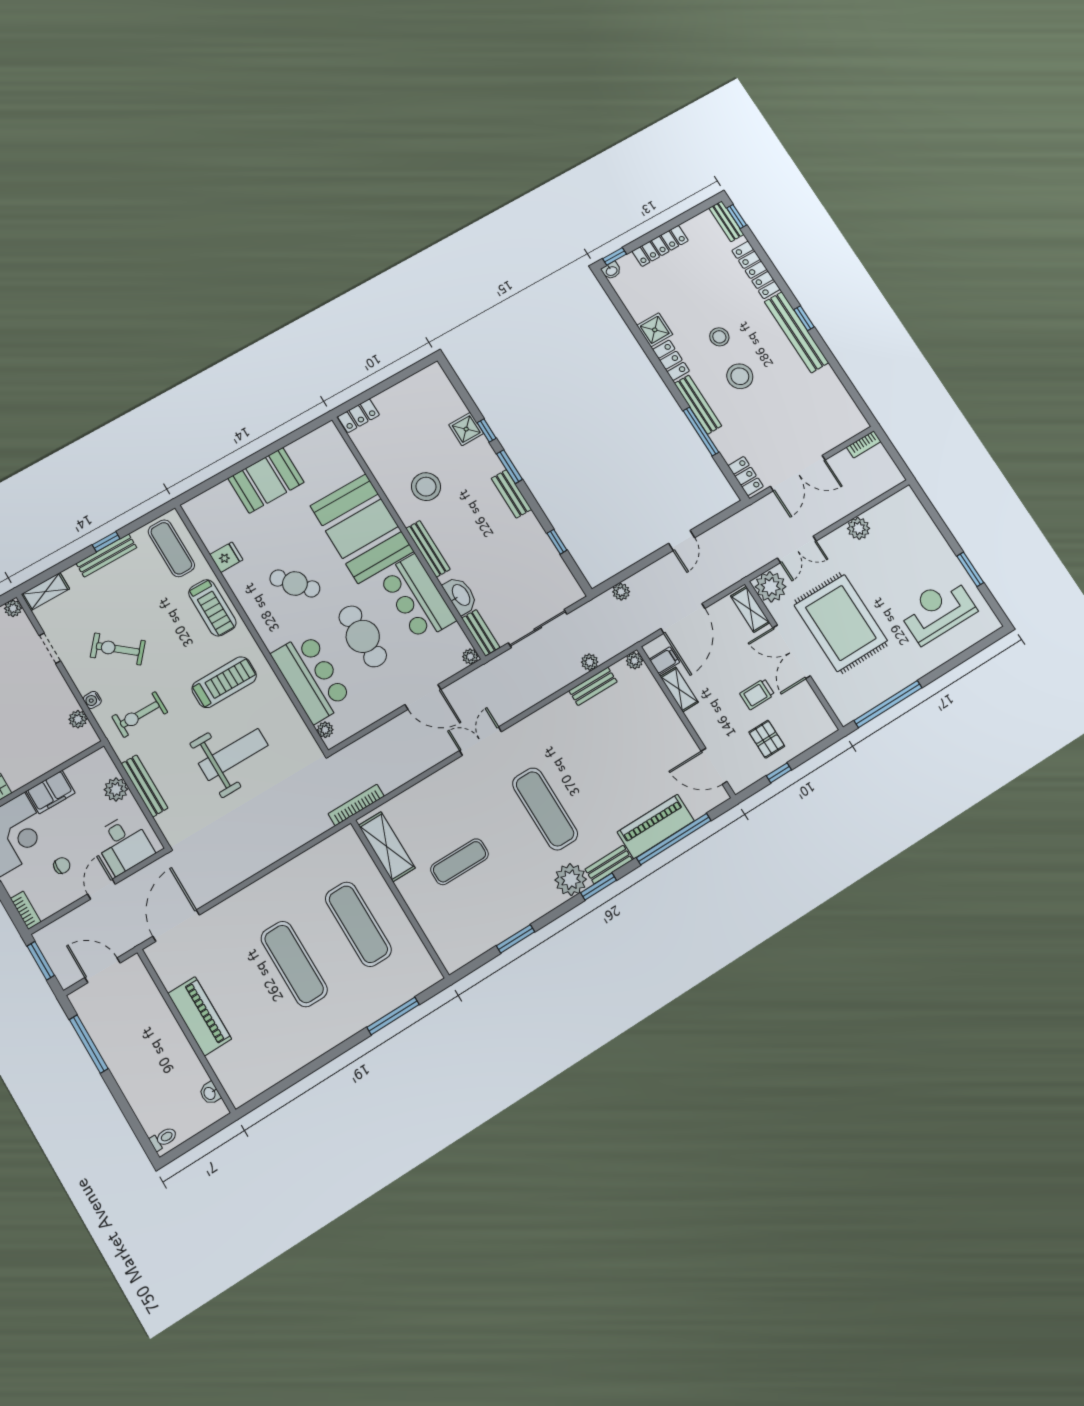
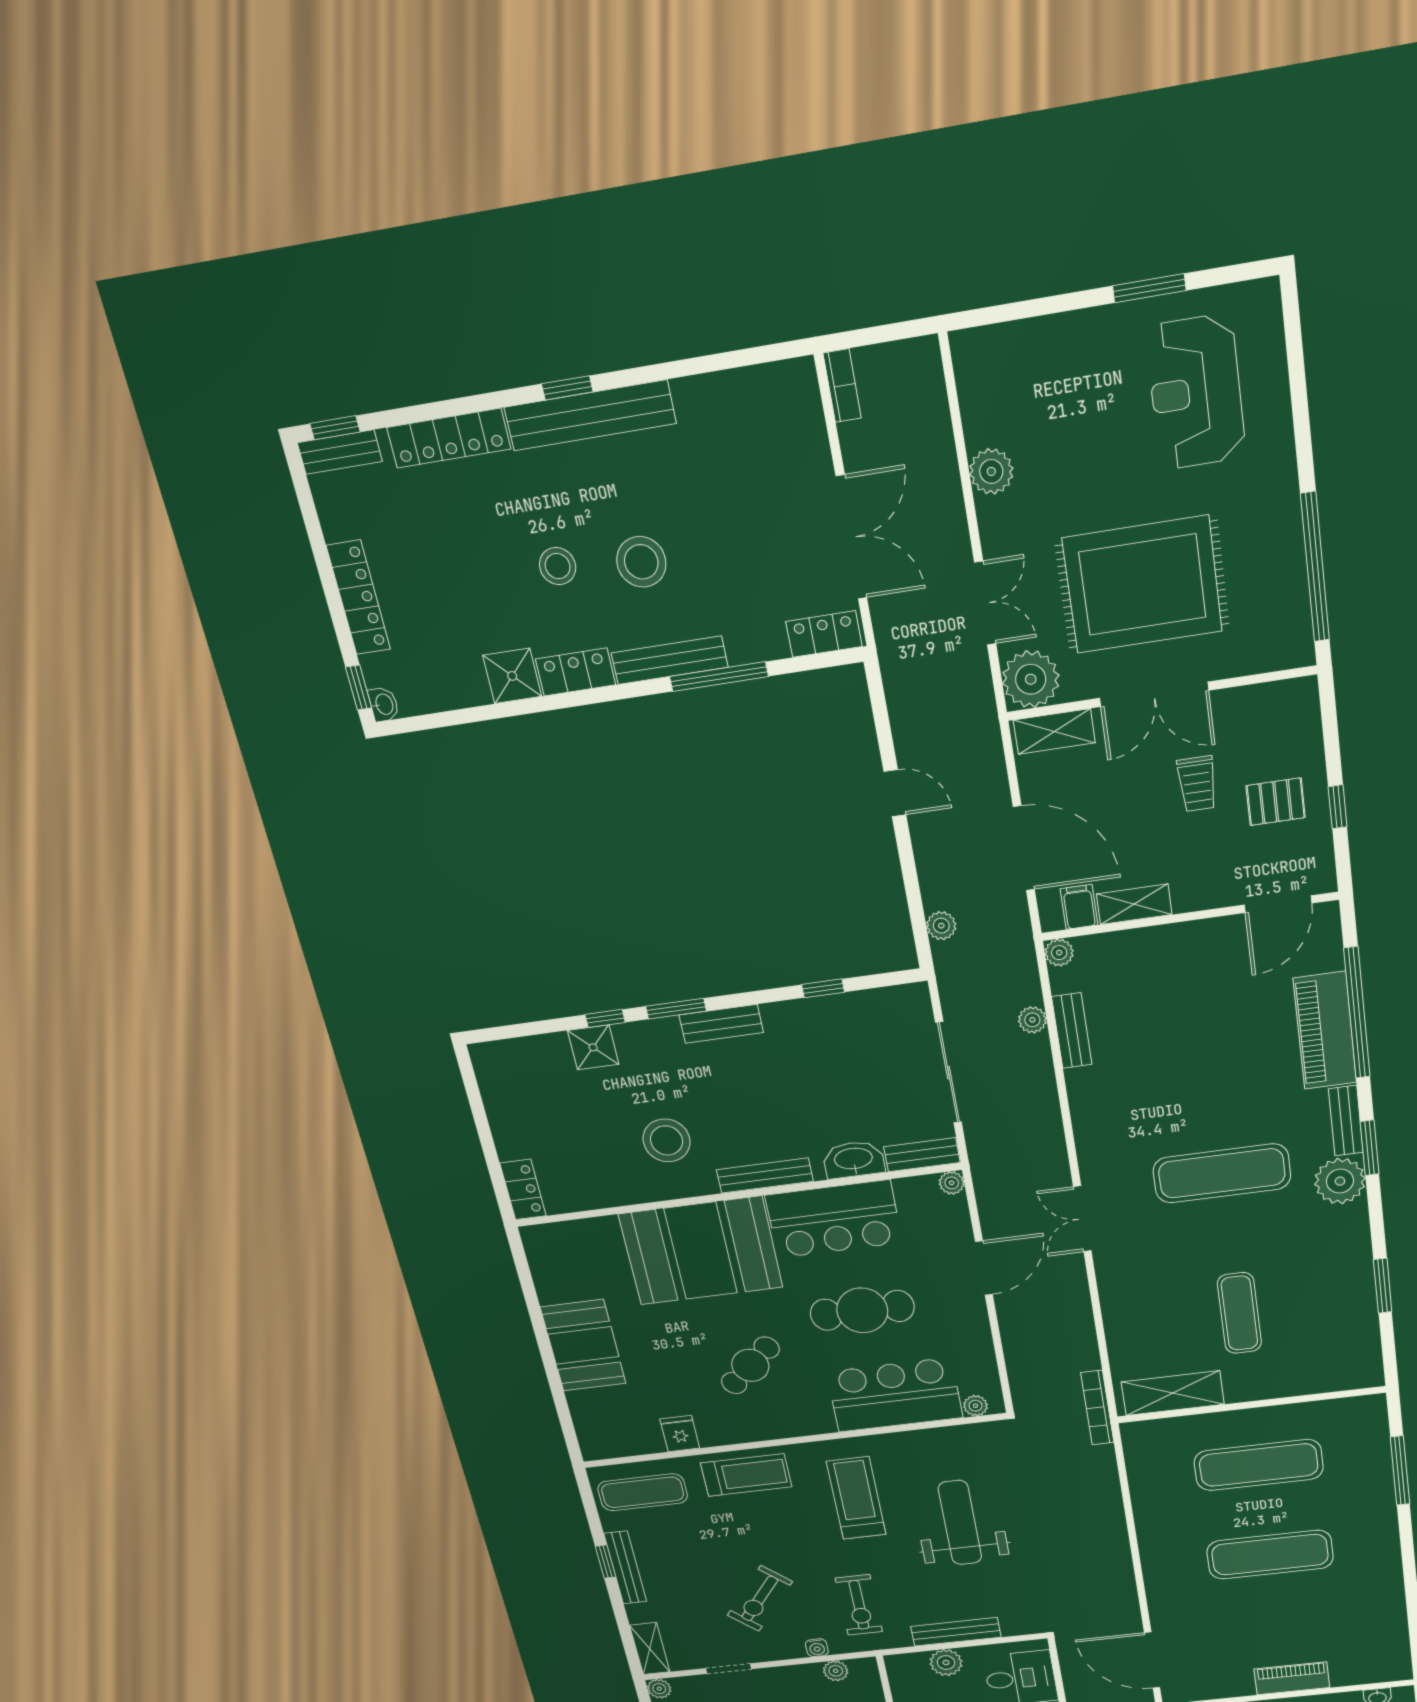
piano: (200, 1016) -> (1292, 1678), width x0.73, depth x0.75

